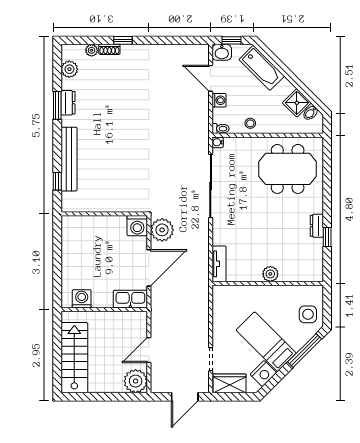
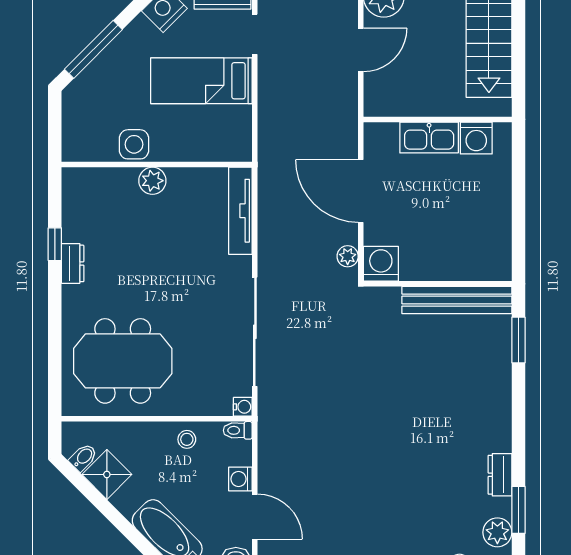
window: (57, 105) -> (518, 510), moved
bench: (69, 159) -> (457, 300), moved, turned 90
window: (57, 181) -> (518, 340), width x1.50
plant: (162, 230) -> (348, 256), width x0.53, depth x0.53
tv unit: (219, 264) -> (240, 211), width x1.41
door: (149, 268) -> (361, 191), hinge flipped
kitchen sink: (130, 299) -> (429, 138), moved
side table: (308, 314) -> (134, 144), moved
bed: (266, 342) -> (201, 81), moved, turned 135

